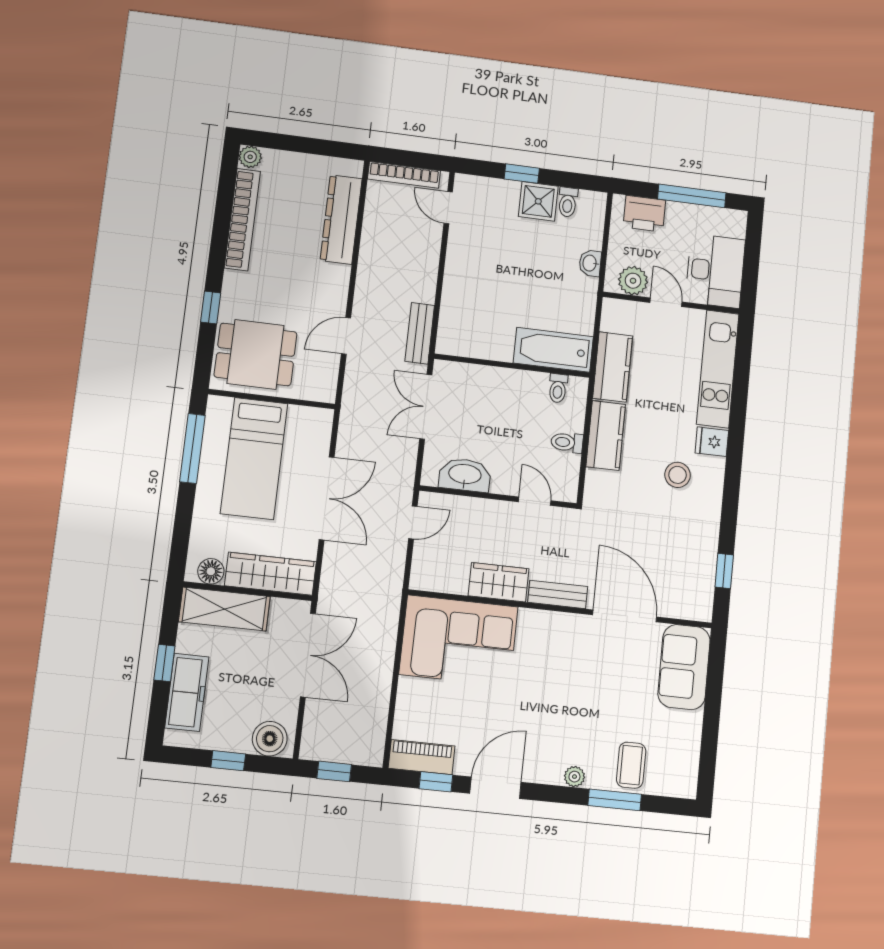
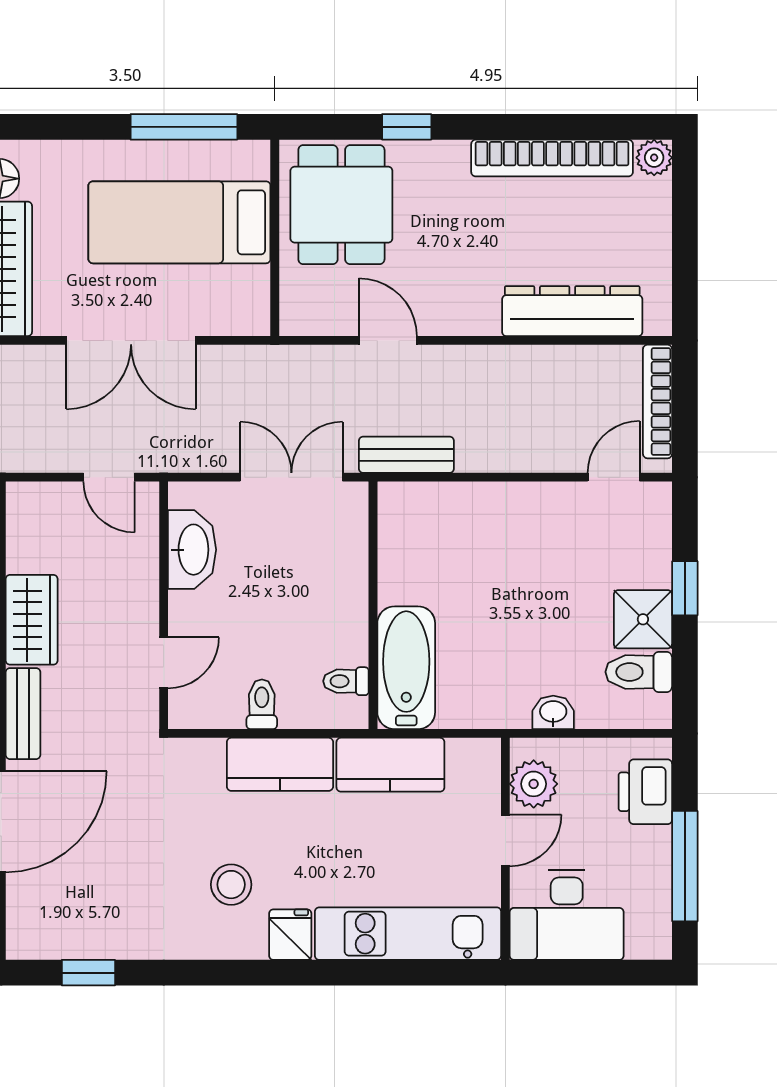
toilet: (568, 202) -> (639, 672), width x1.37, depth x1.39

